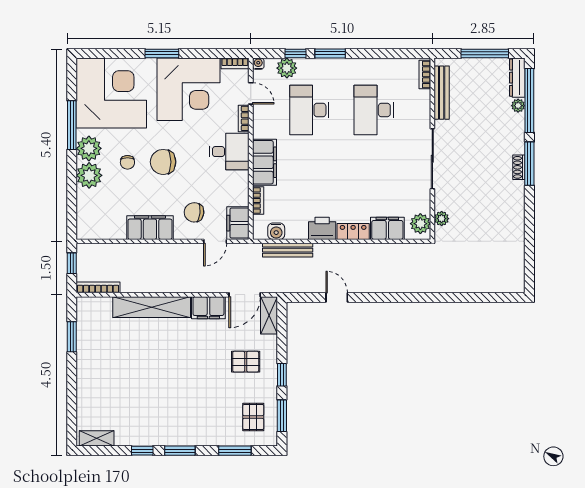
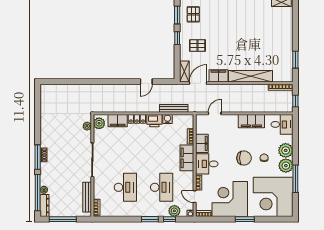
chair: (194, 212) -> (227, 130), removed
desk: (96, 222) -> (282, 124), added
filing cabinet: (238, 223) -> (202, 143), moved
water cooler: (276, 231) -> (167, 119), moved
door: (337, 297) -> (146, 82), hinge flipped

